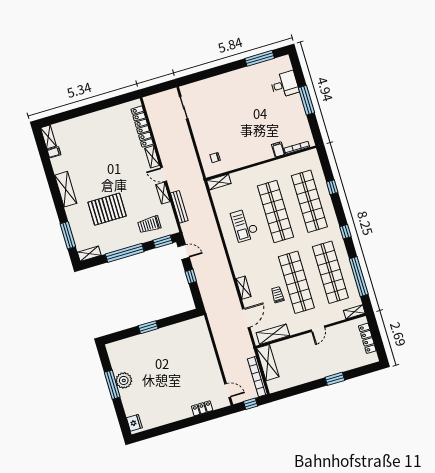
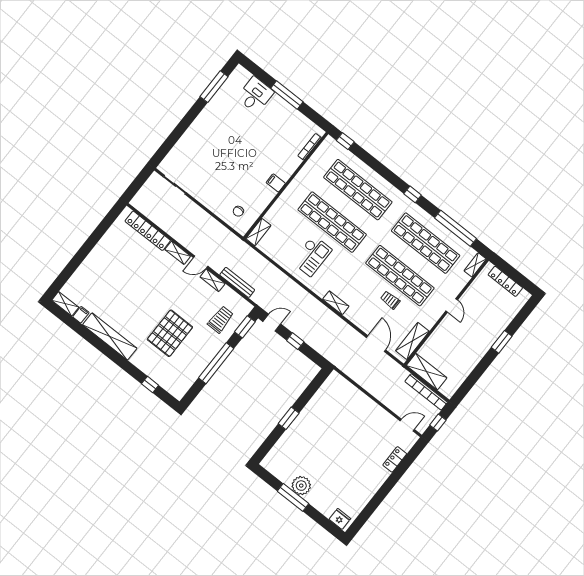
filing cabinet: (278, 149) -> (276, 183), moved
window: (332, 187) -> (345, 141), moved
shelving: (66, 189) -> (110, 336), width x1.47
trolley: (149, 224) -> (221, 319), turned 180
checkout: (245, 225) -> (312, 256), turned -90
window: (68, 235) -> (150, 384), width x0.46
shelving: (89, 254) -> (183, 388), removed
shelving: (243, 288) -> (336, 303), moved

